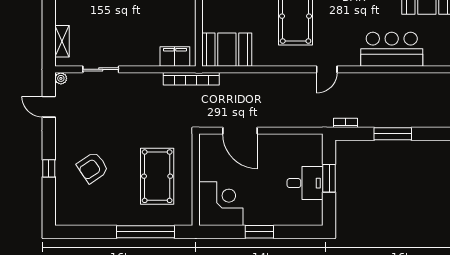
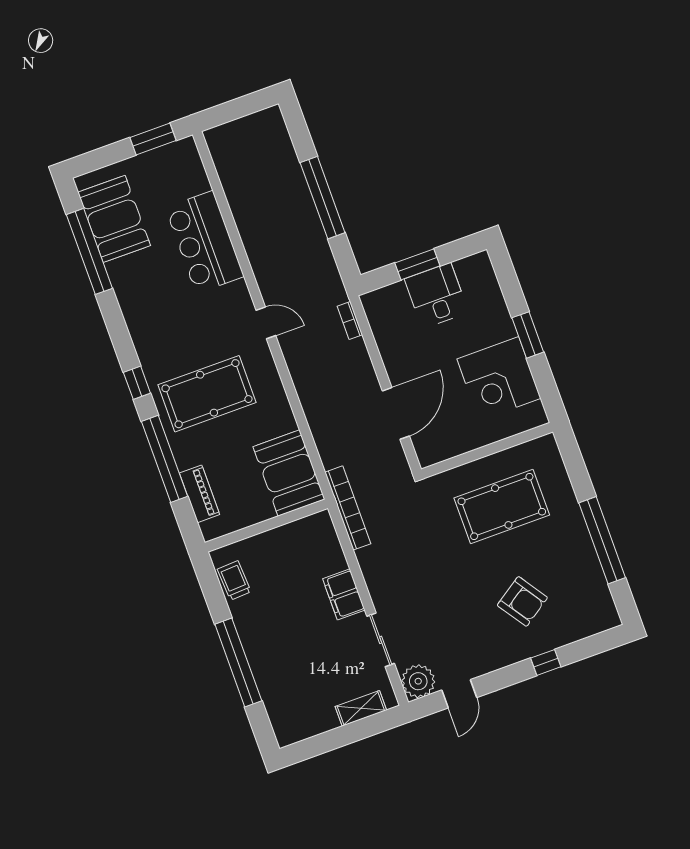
filing cabinet: (175, 57) -> (344, 594), moved
plant: (61, 78) -> (418, 681), width x1.88, depth x1.88
bookcase: (346, 123) -> (350, 320), moved
window: (393, 134) -> (323, 198), width x1.46
corner desk: (221, 204) -> (499, 379), moved, turned -90
window: (146, 232) -> (602, 540), moved

